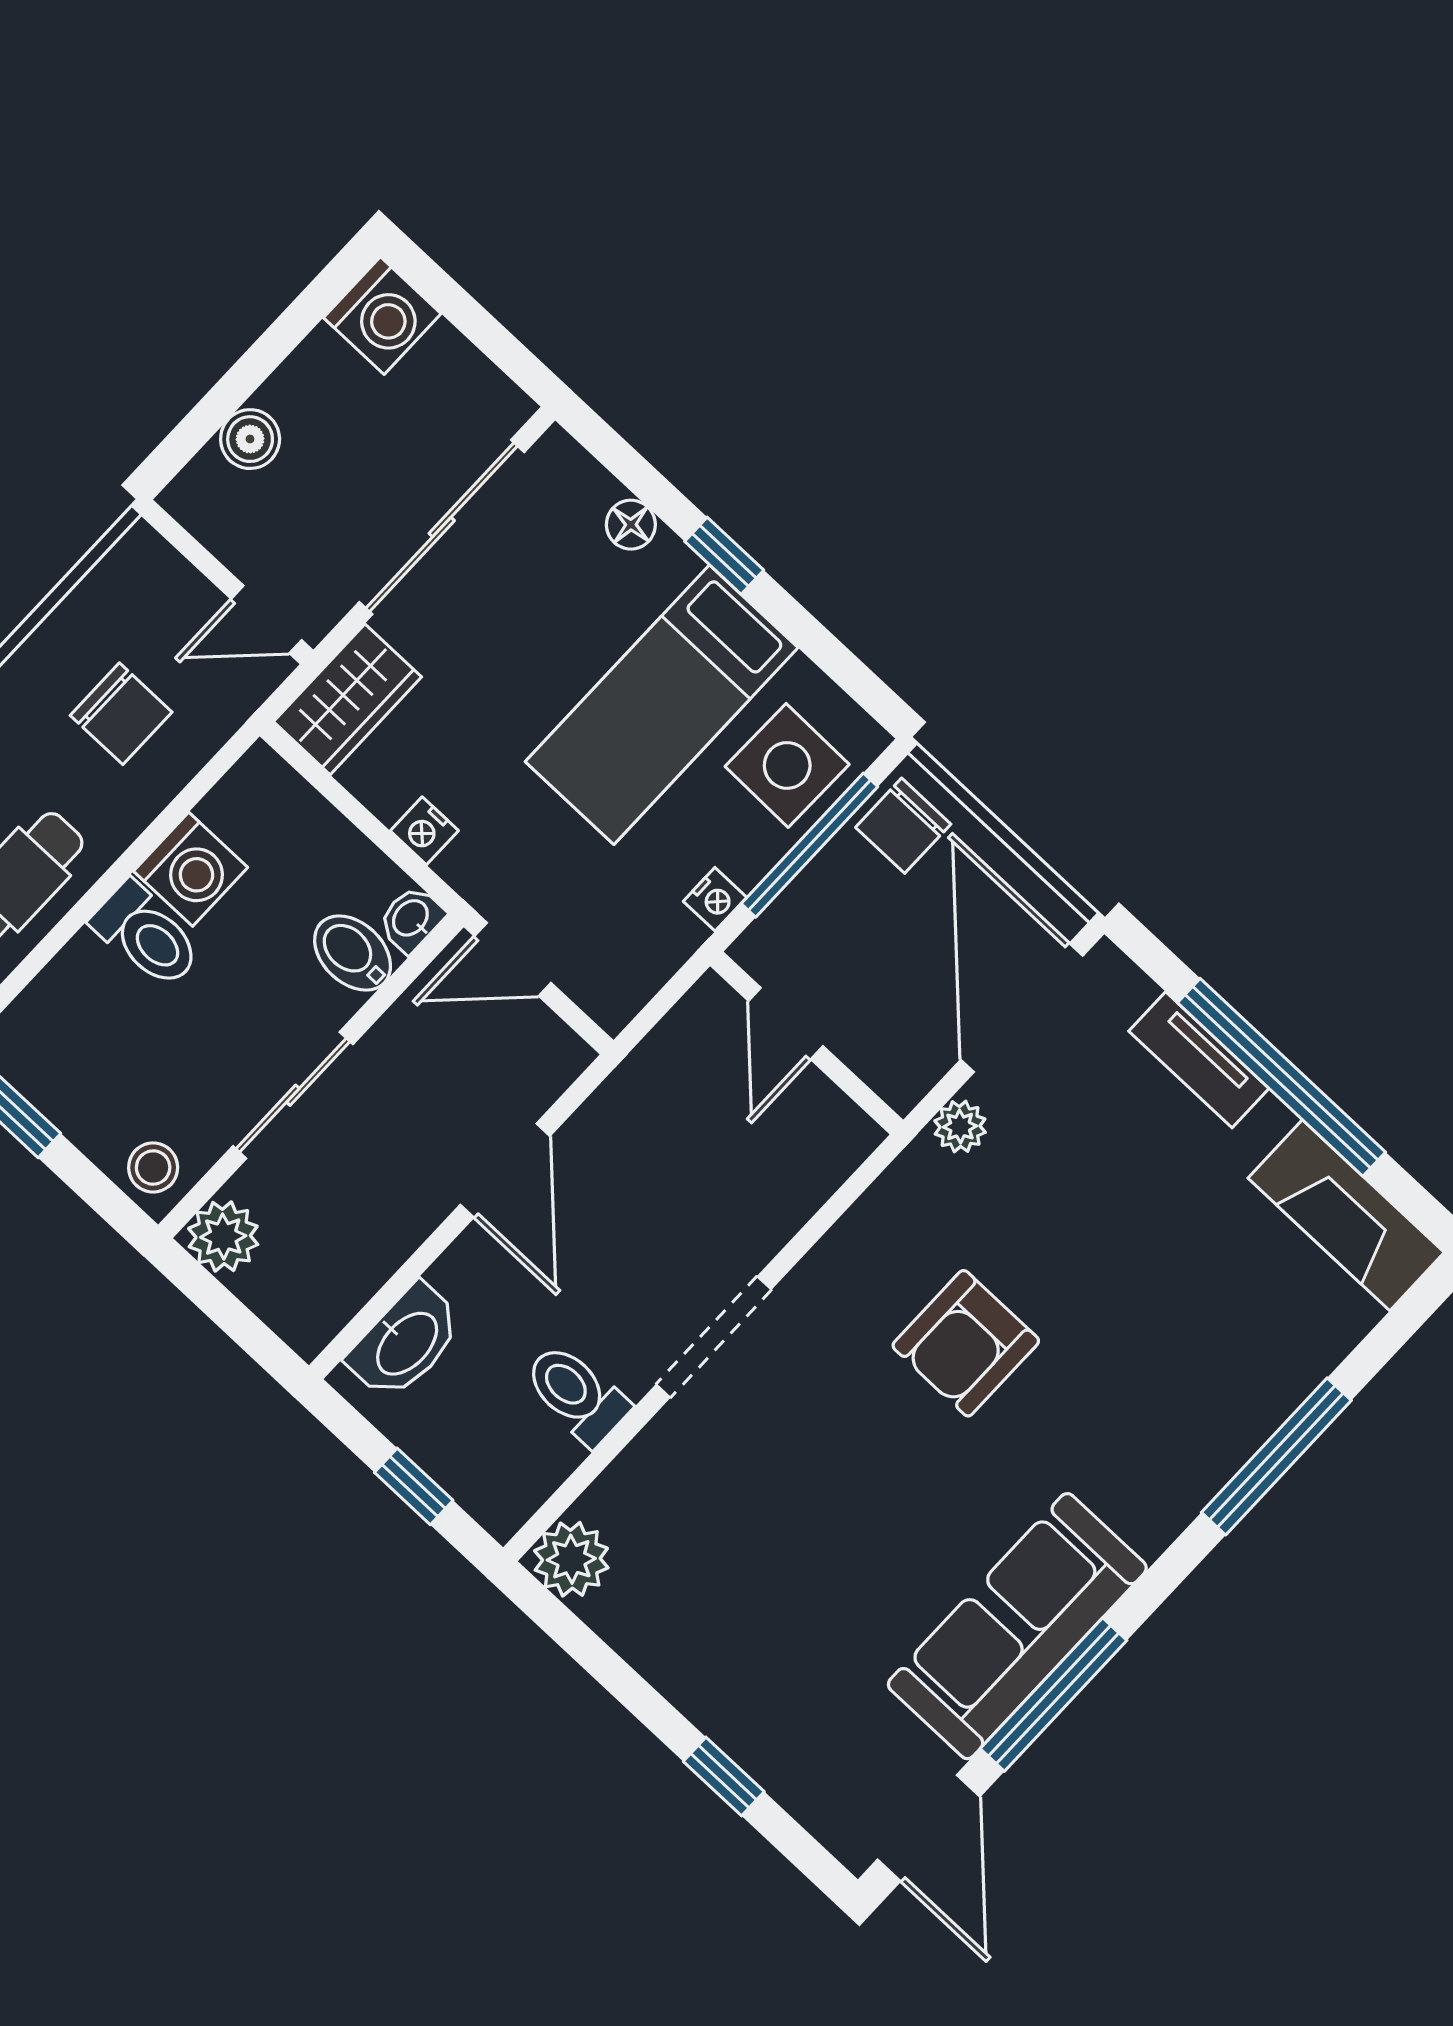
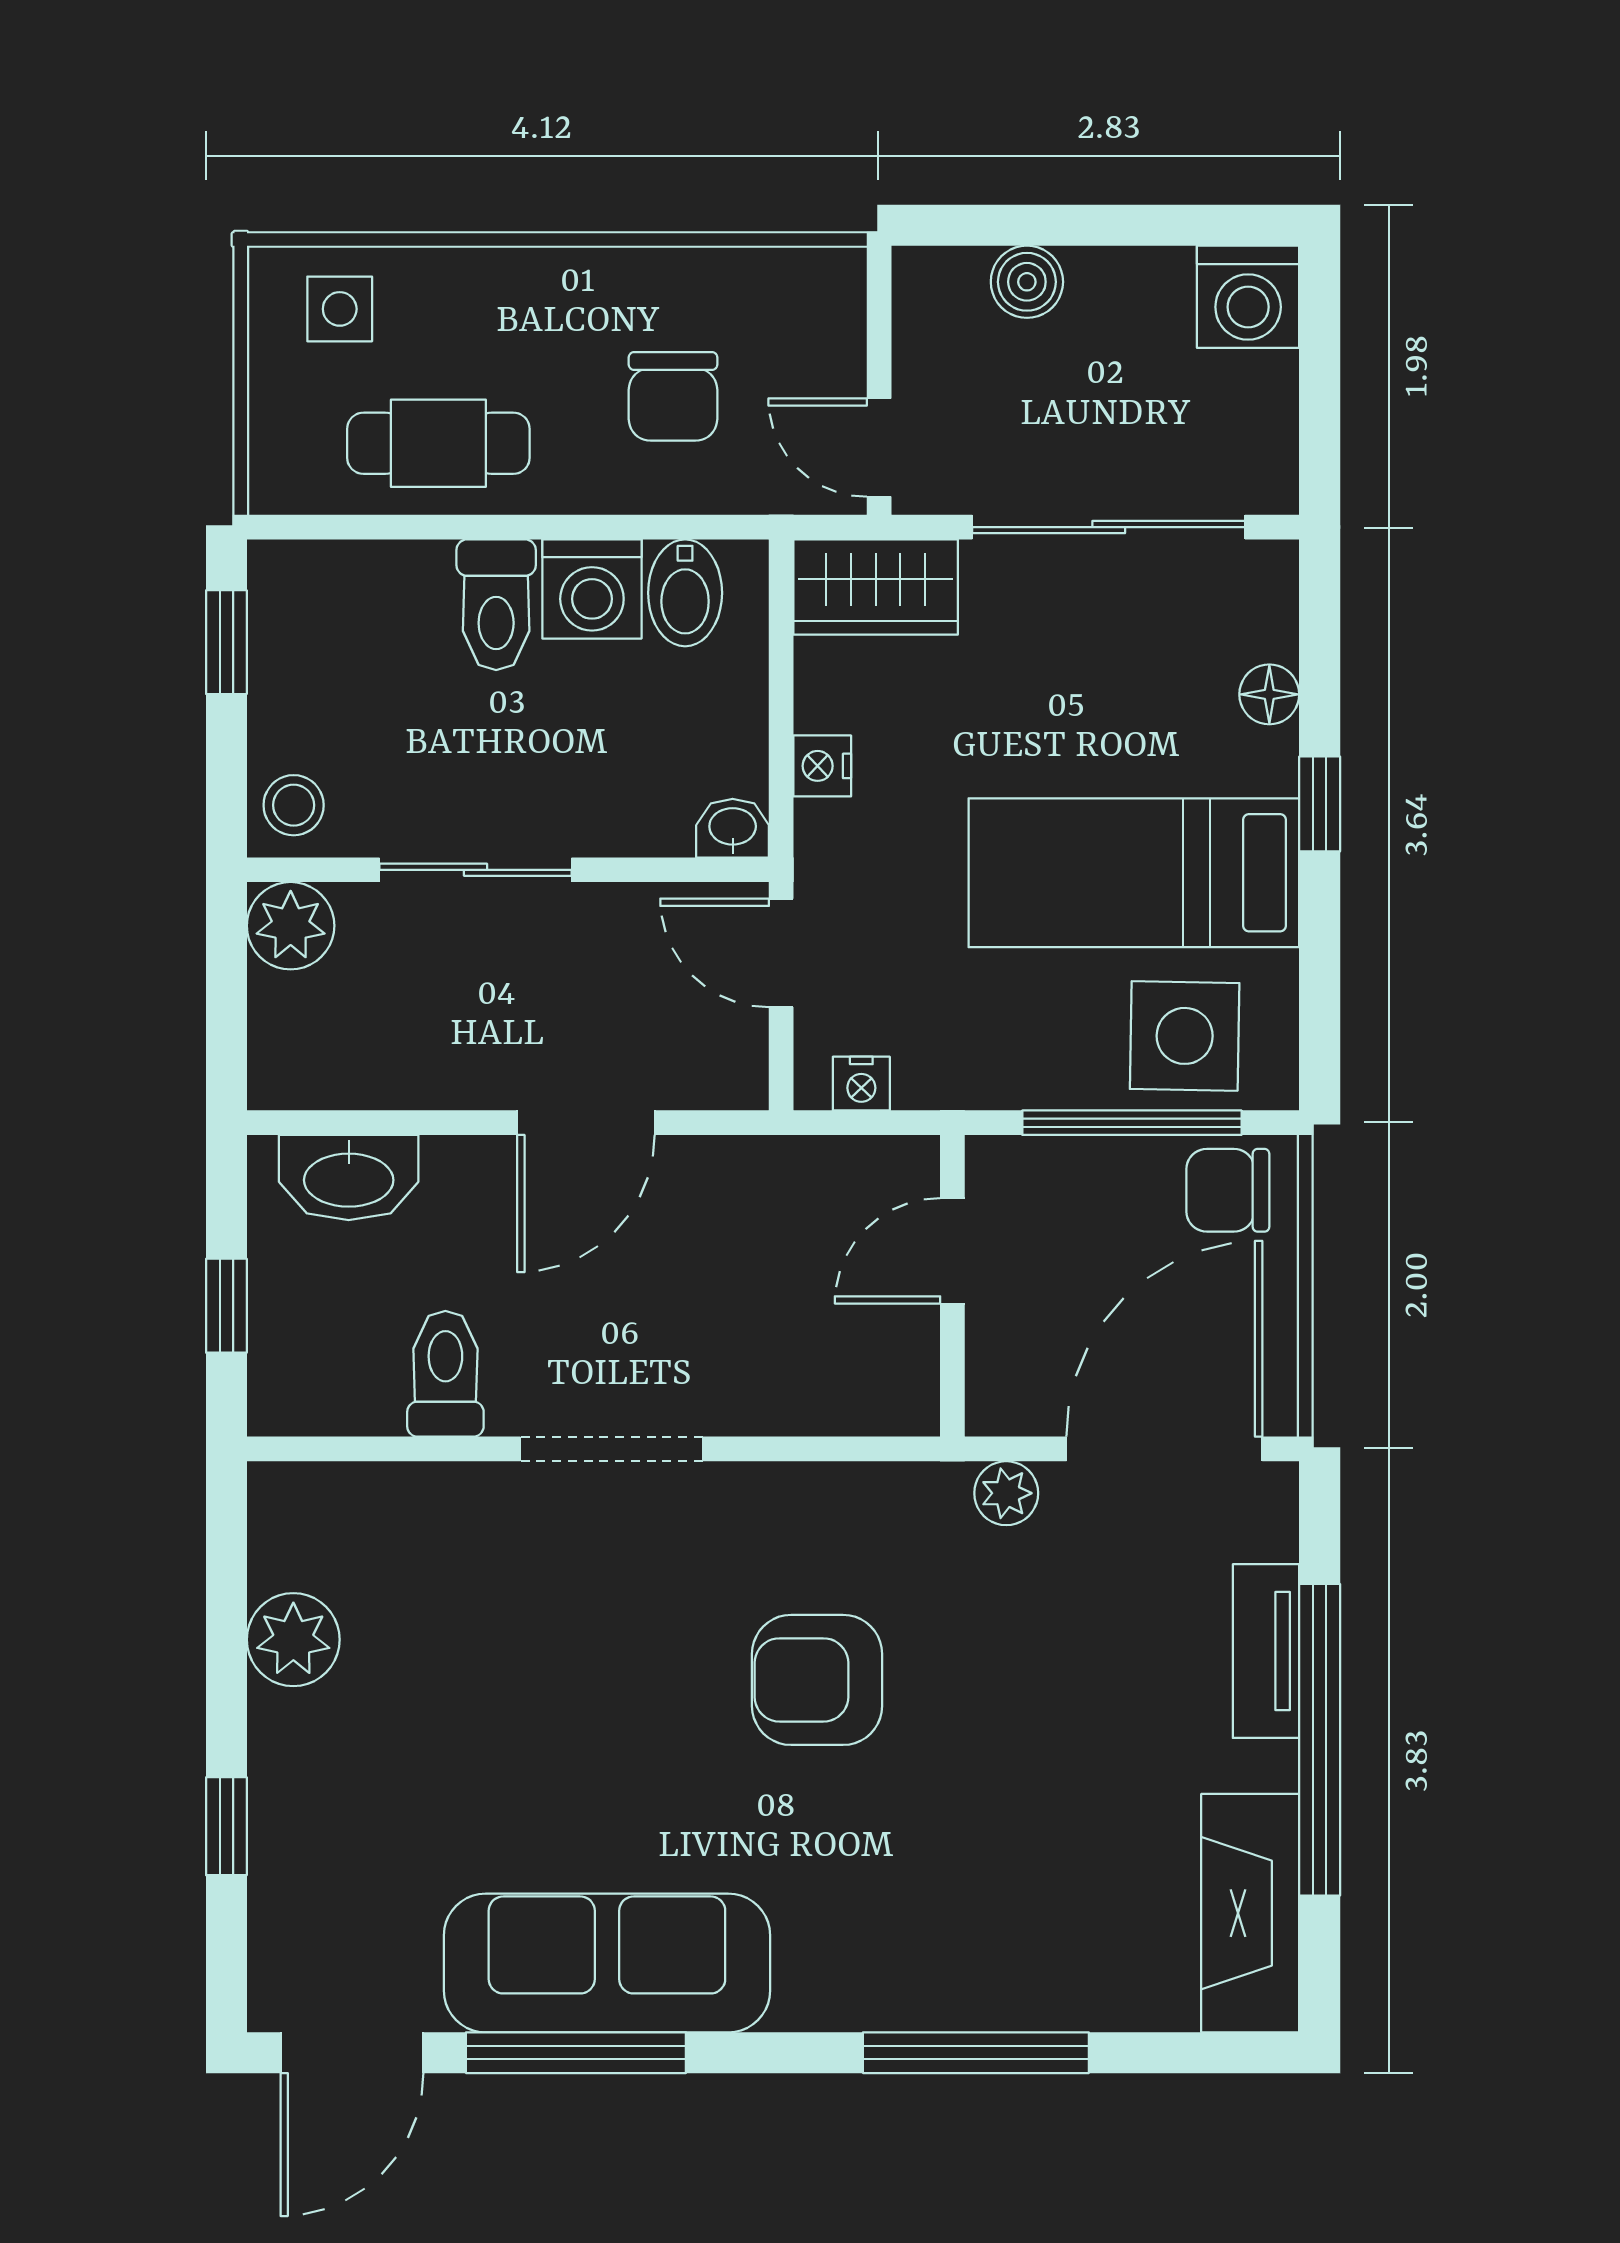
nightstand: (715, 899) -> (861, 1084), moved
bidet: (353, 953) -> (685, 593), moved, turned 180
plant: (571, 1559) -> (293, 1640), moved

